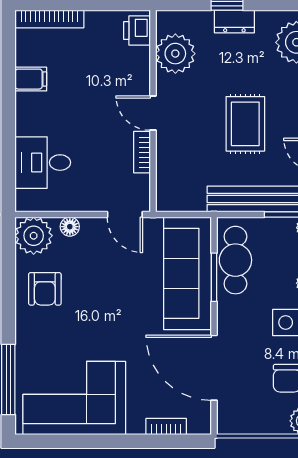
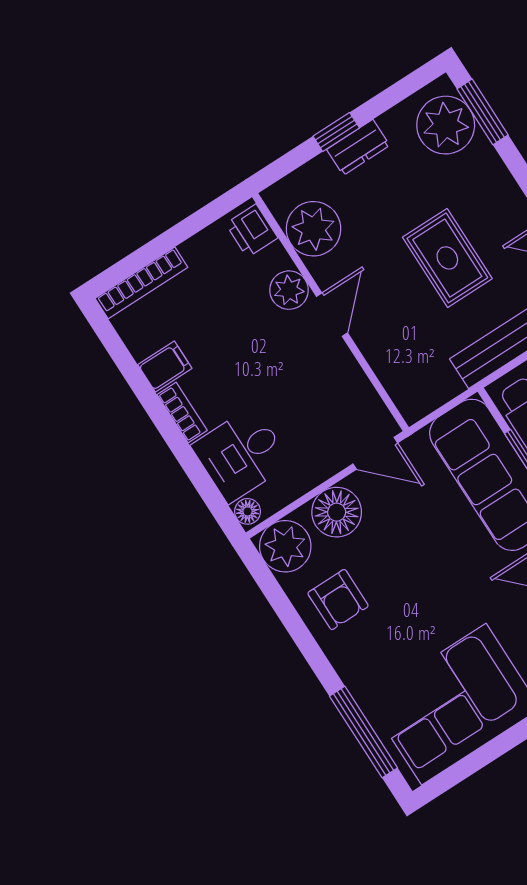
plant: (136, 81) -> (289, 290), added
door: (153, 113) -> (332, 315), swing flipped
bookcase: (142, 152) -> (182, 412), moved, turned 180
floor lamp: (24, 200) -> (248, 511), added
floor lamp: (70, 227) -> (337, 512), width x1.89, depth x1.89

